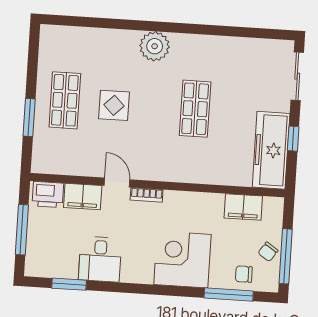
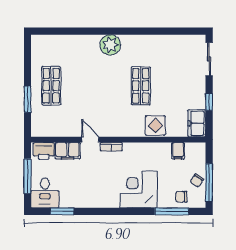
display table: (114, 105) -> (155, 126), moved
freezer: (271, 150) -> (197, 123), width x0.52, depth x0.79
filing cabinet: (243, 207) -> (178, 151), width x0.50
desk: (100, 259) -> (45, 193), moved

